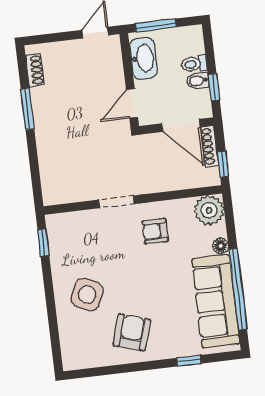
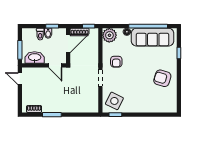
side table: (87, 295) -> (114, 101), moved

